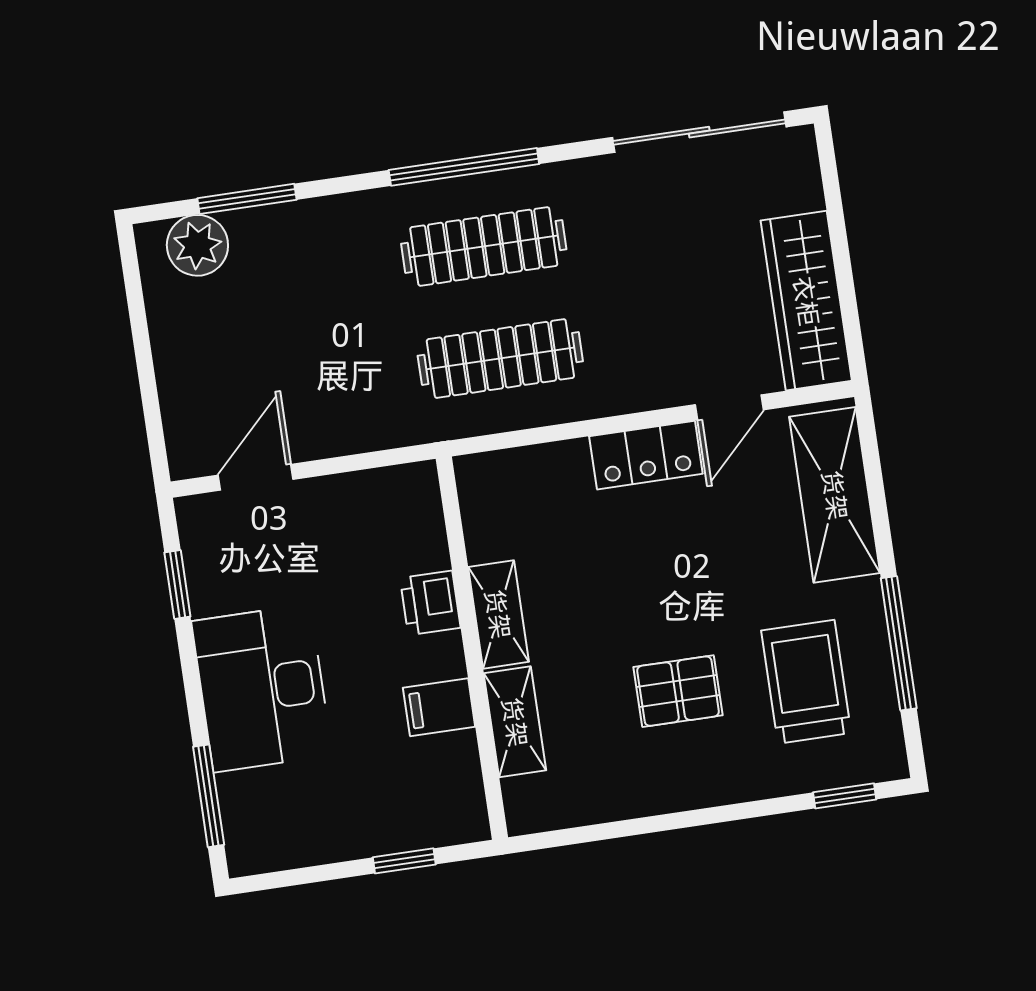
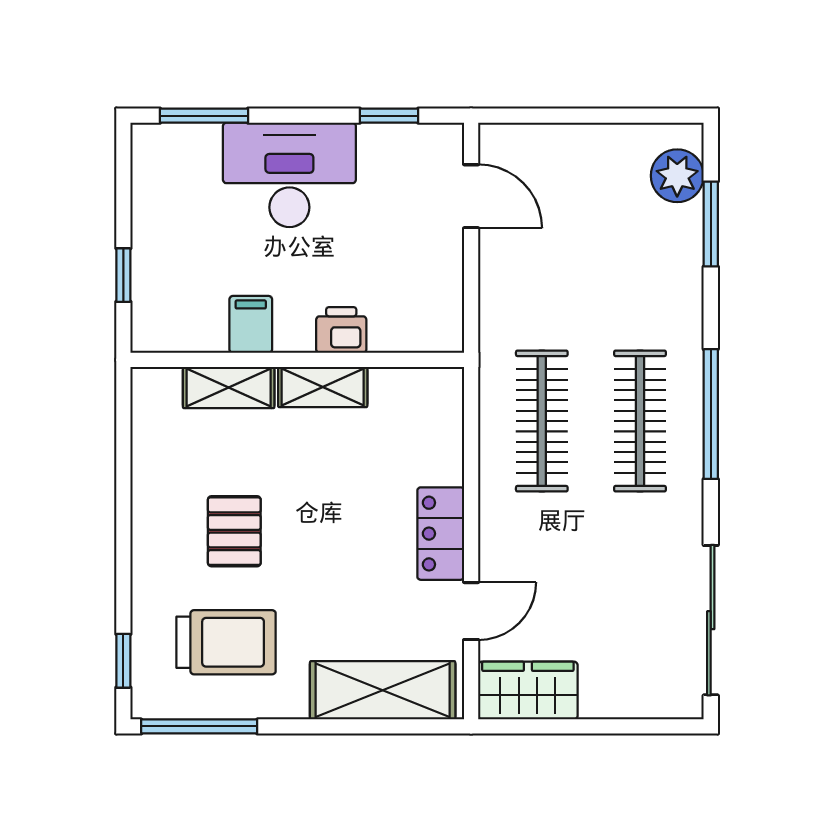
wardrobe: (806, 301) -> (528, 691), width x0.67
door: (729, 407) -> (471, 611), swing flipped
window: (899, 643) -> (199, 726), moved

